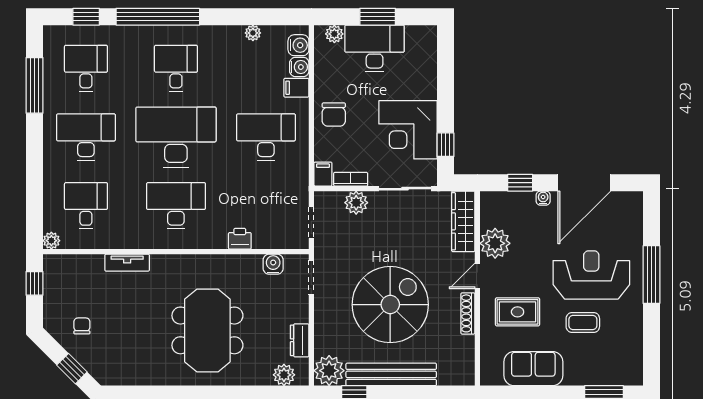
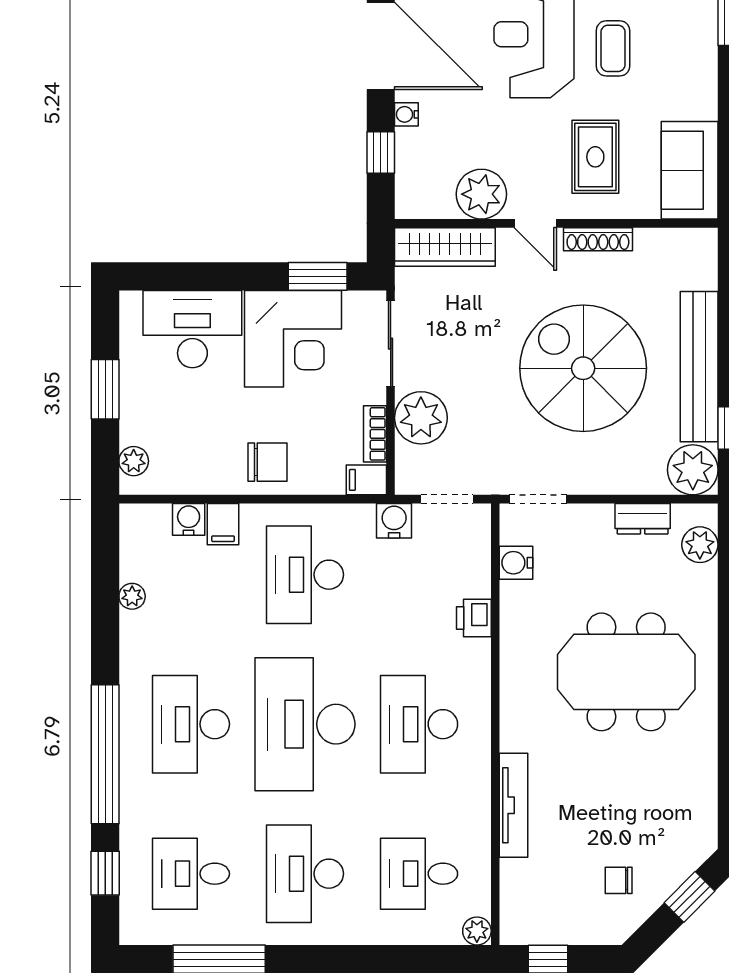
water cooler: (298, 45) -> (394, 521), moved
desk: (375, 48) -> (192, 329), moved, turned 90
desk: (176, 68) -> (191, 724), width x1.37
window: (446, 145) -> (318, 276), width x1.50
plant: (356, 203) -> (421, 418), width x1.36, depth x1.36
tv unit: (127, 263) -> (514, 805), width x1.41
sofa: (533, 369) -> (690, 170), moved

